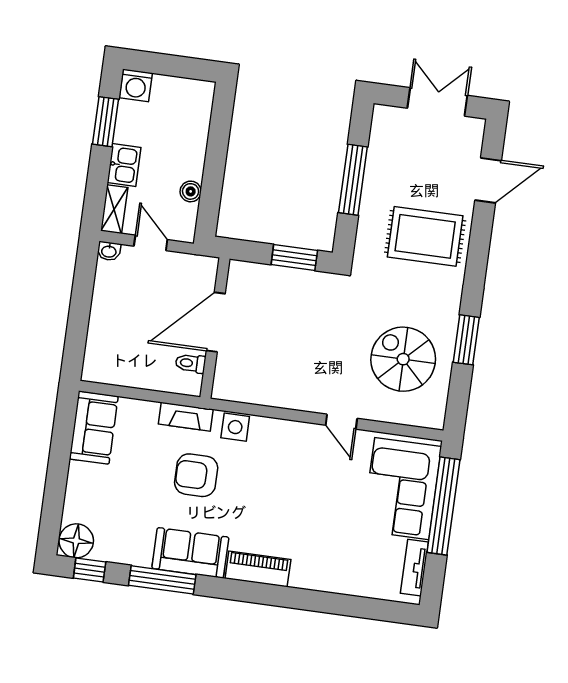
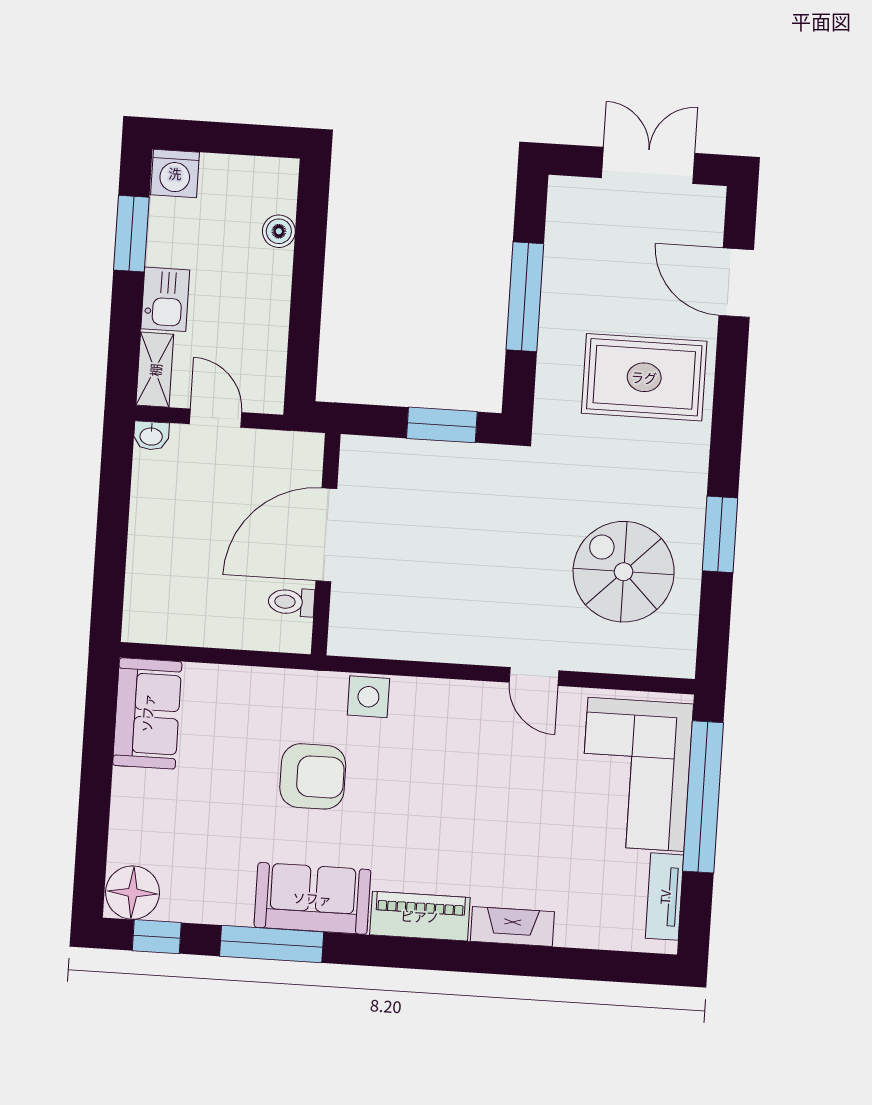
door: (488, 180) -> (736, 283), swing flipped
boiler: (191, 191) -> (279, 231), moved
fireplace: (186, 417) -> (512, 927), moved, turned 180
armchair: (196, 475) -> (313, 776), turned 180

